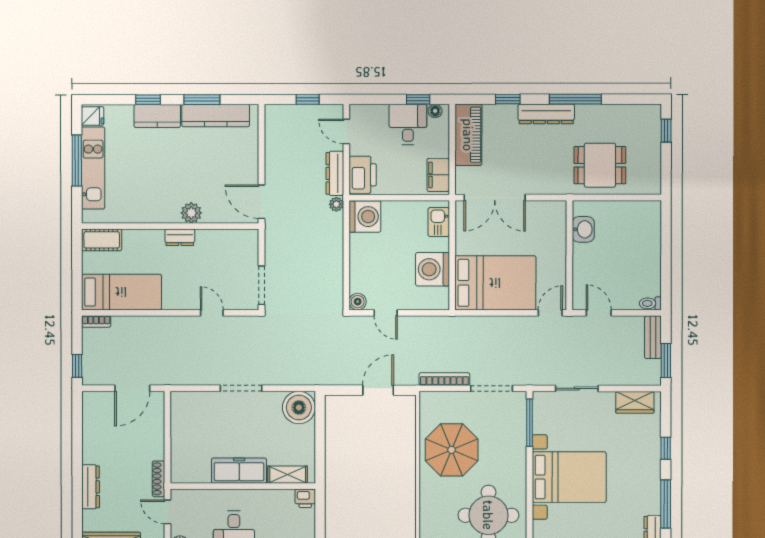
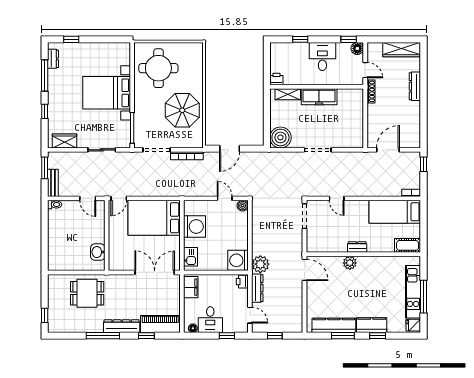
window: (418, 99) -> (227, 336), moved
piano: (468, 135) -> (160, 324), moved, turned 90
printer: (363, 175) -> (242, 282), width x0.53, depth x0.68
plant: (336, 204) -> (260, 264), width x1.88, depth x1.88

